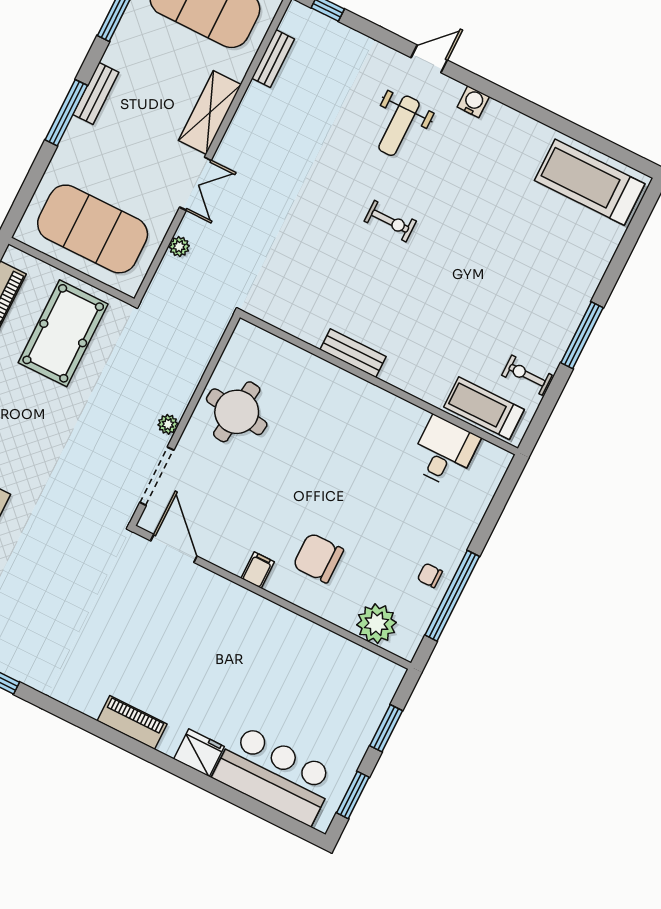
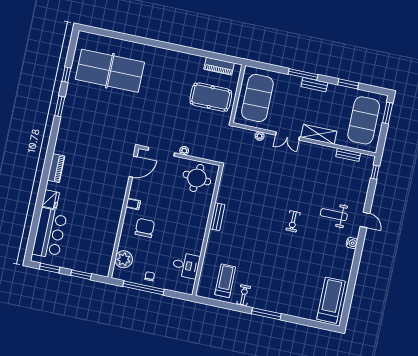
bench: (353, 353) -> (217, 217), moved
wall: (379, 383) -> (208, 231), moved
desk: (444, 452) -> (186, 265), moved

